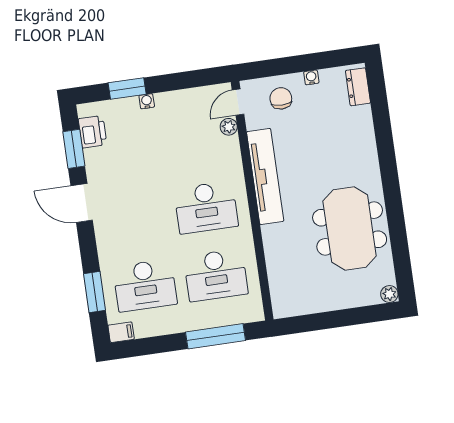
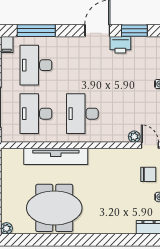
printer: (93, 132) -> (120, 45), moved
tv unit: (265, 176) -> (56, 156), moved
window: (95, 292) -> (36, 31), width x1.44

